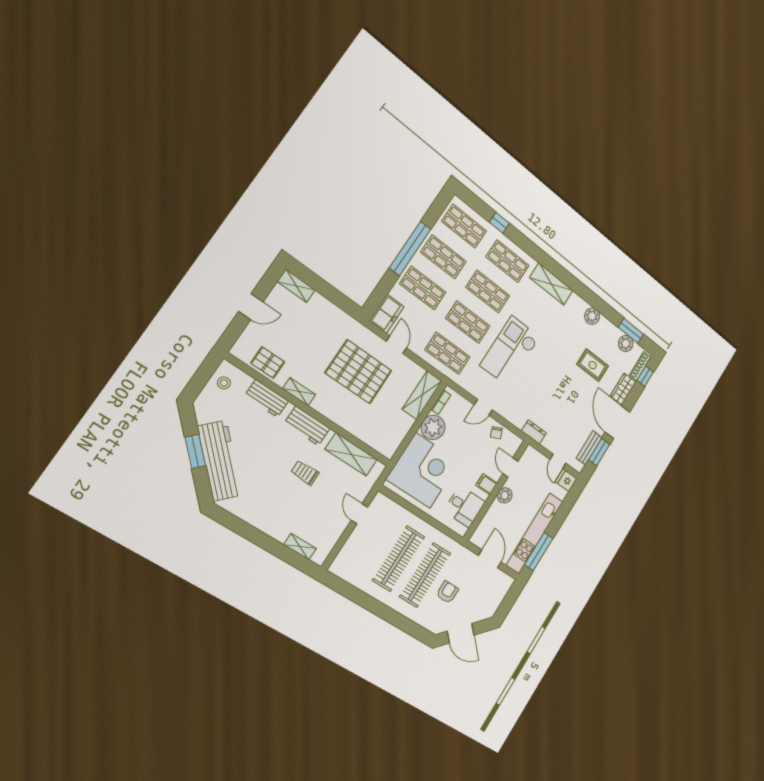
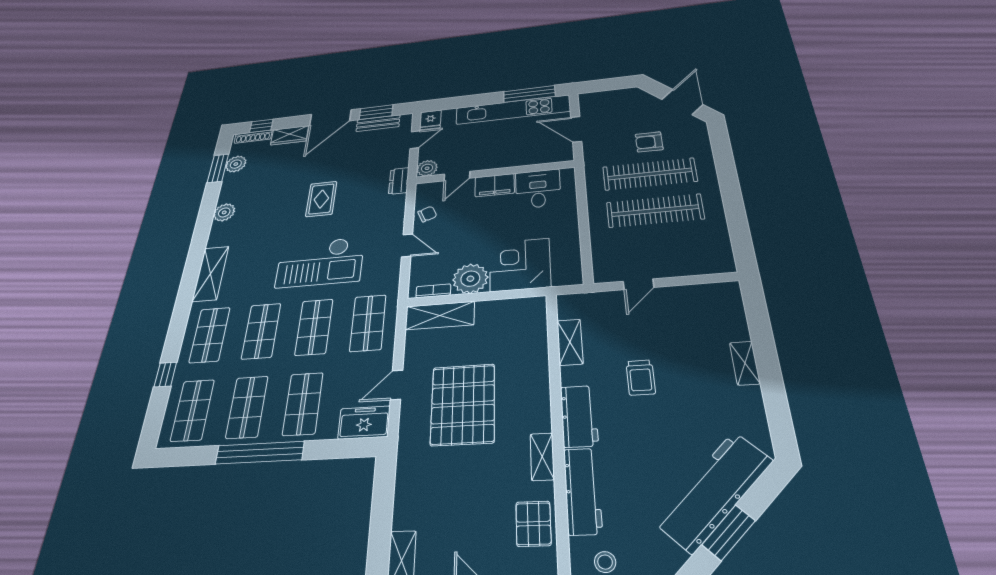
rug: (593, 365) -> (321, 199), moved
workbench: (267, 398) -> (583, 491), width x1.38
shelving: (351, 454) -> (570, 342), width x0.67, depth x0.75
corner desk: (423, 470) -> (520, 265), width x0.74, depth x0.74
filing cabinet: (487, 484) -> (495, 185), width x2.00
plant: (505, 495) -> (427, 168), moved
shelving: (300, 547) -> (745, 363), moved
door: (490, 559) -> (576, 129), hinge flipped

